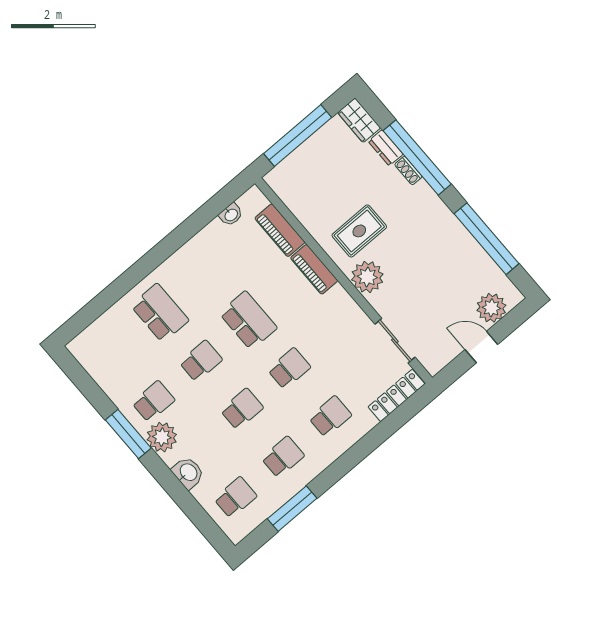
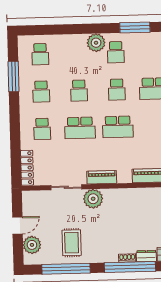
rug: (359, 231) -> (72, 243), moved
piano: (314, 269) -> (102, 177), moved
sliding door: (395, 341) -> (66, 187), moved
school desk: (289, 368) -> (80, 128), width x1.85
window: (128, 434) -> (135, 28), moved
washbasin: (188, 473) -> (70, 42), removed

